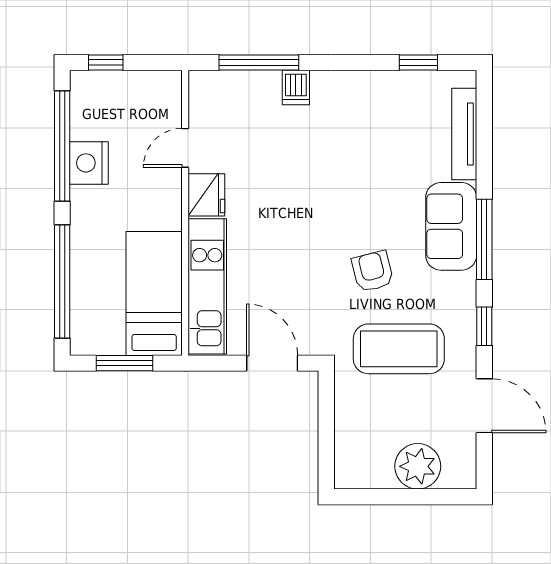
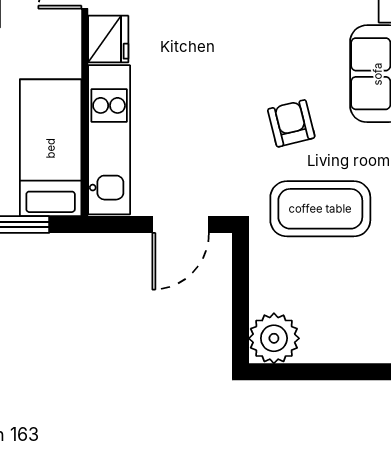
door: (272, 363) -> (181, 225), swing flipped
plant: (418, 466) -> (274, 338), moved

